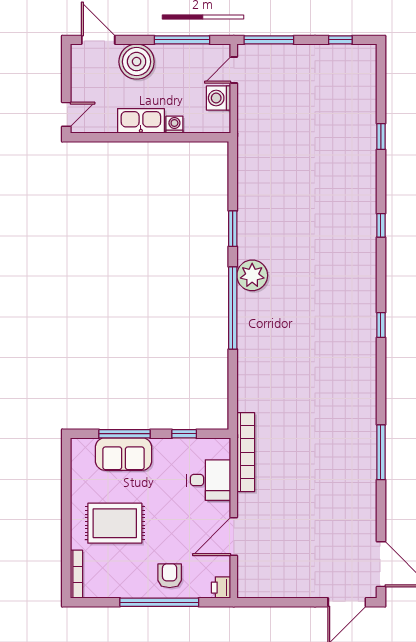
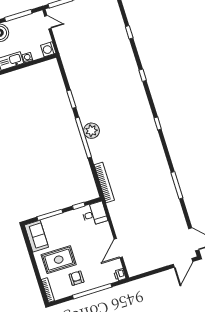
door: (234, 70) -> (48, 22), swing flipped
washing machine: (219, 98) -> (48, 49), moved
plant: (252, 275) -> (91, 131), moved
bookcase: (246, 452) -> (104, 183), moved
sofa: (124, 454) -> (36, 236), moved, turned -90
desk: (209, 480) -> (94, 214), moved
armchair: (170, 576) -> (76, 278), moved

